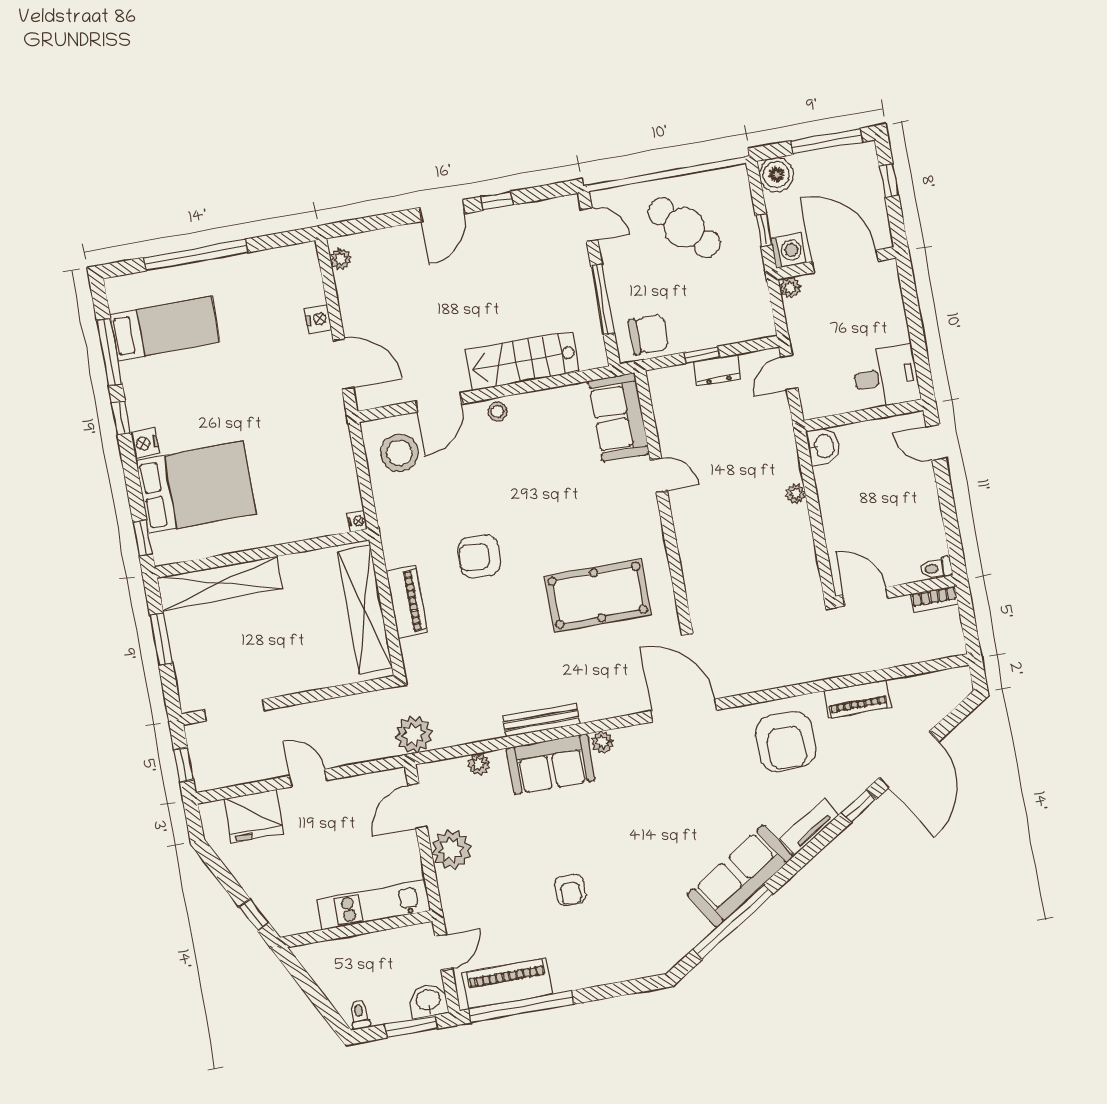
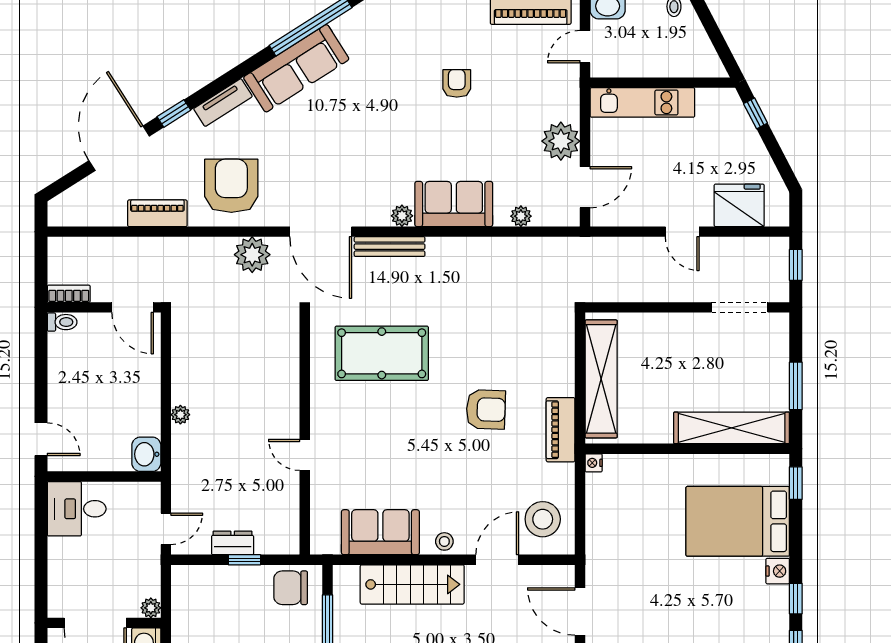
sofa: (619, 417) -> (380, 532), moved, turned -90
piano: (407, 602) -> (561, 430), moved
bench: (541, 720) -> (390, 247), moved
plant: (414, 734) -> (252, 255), moved

